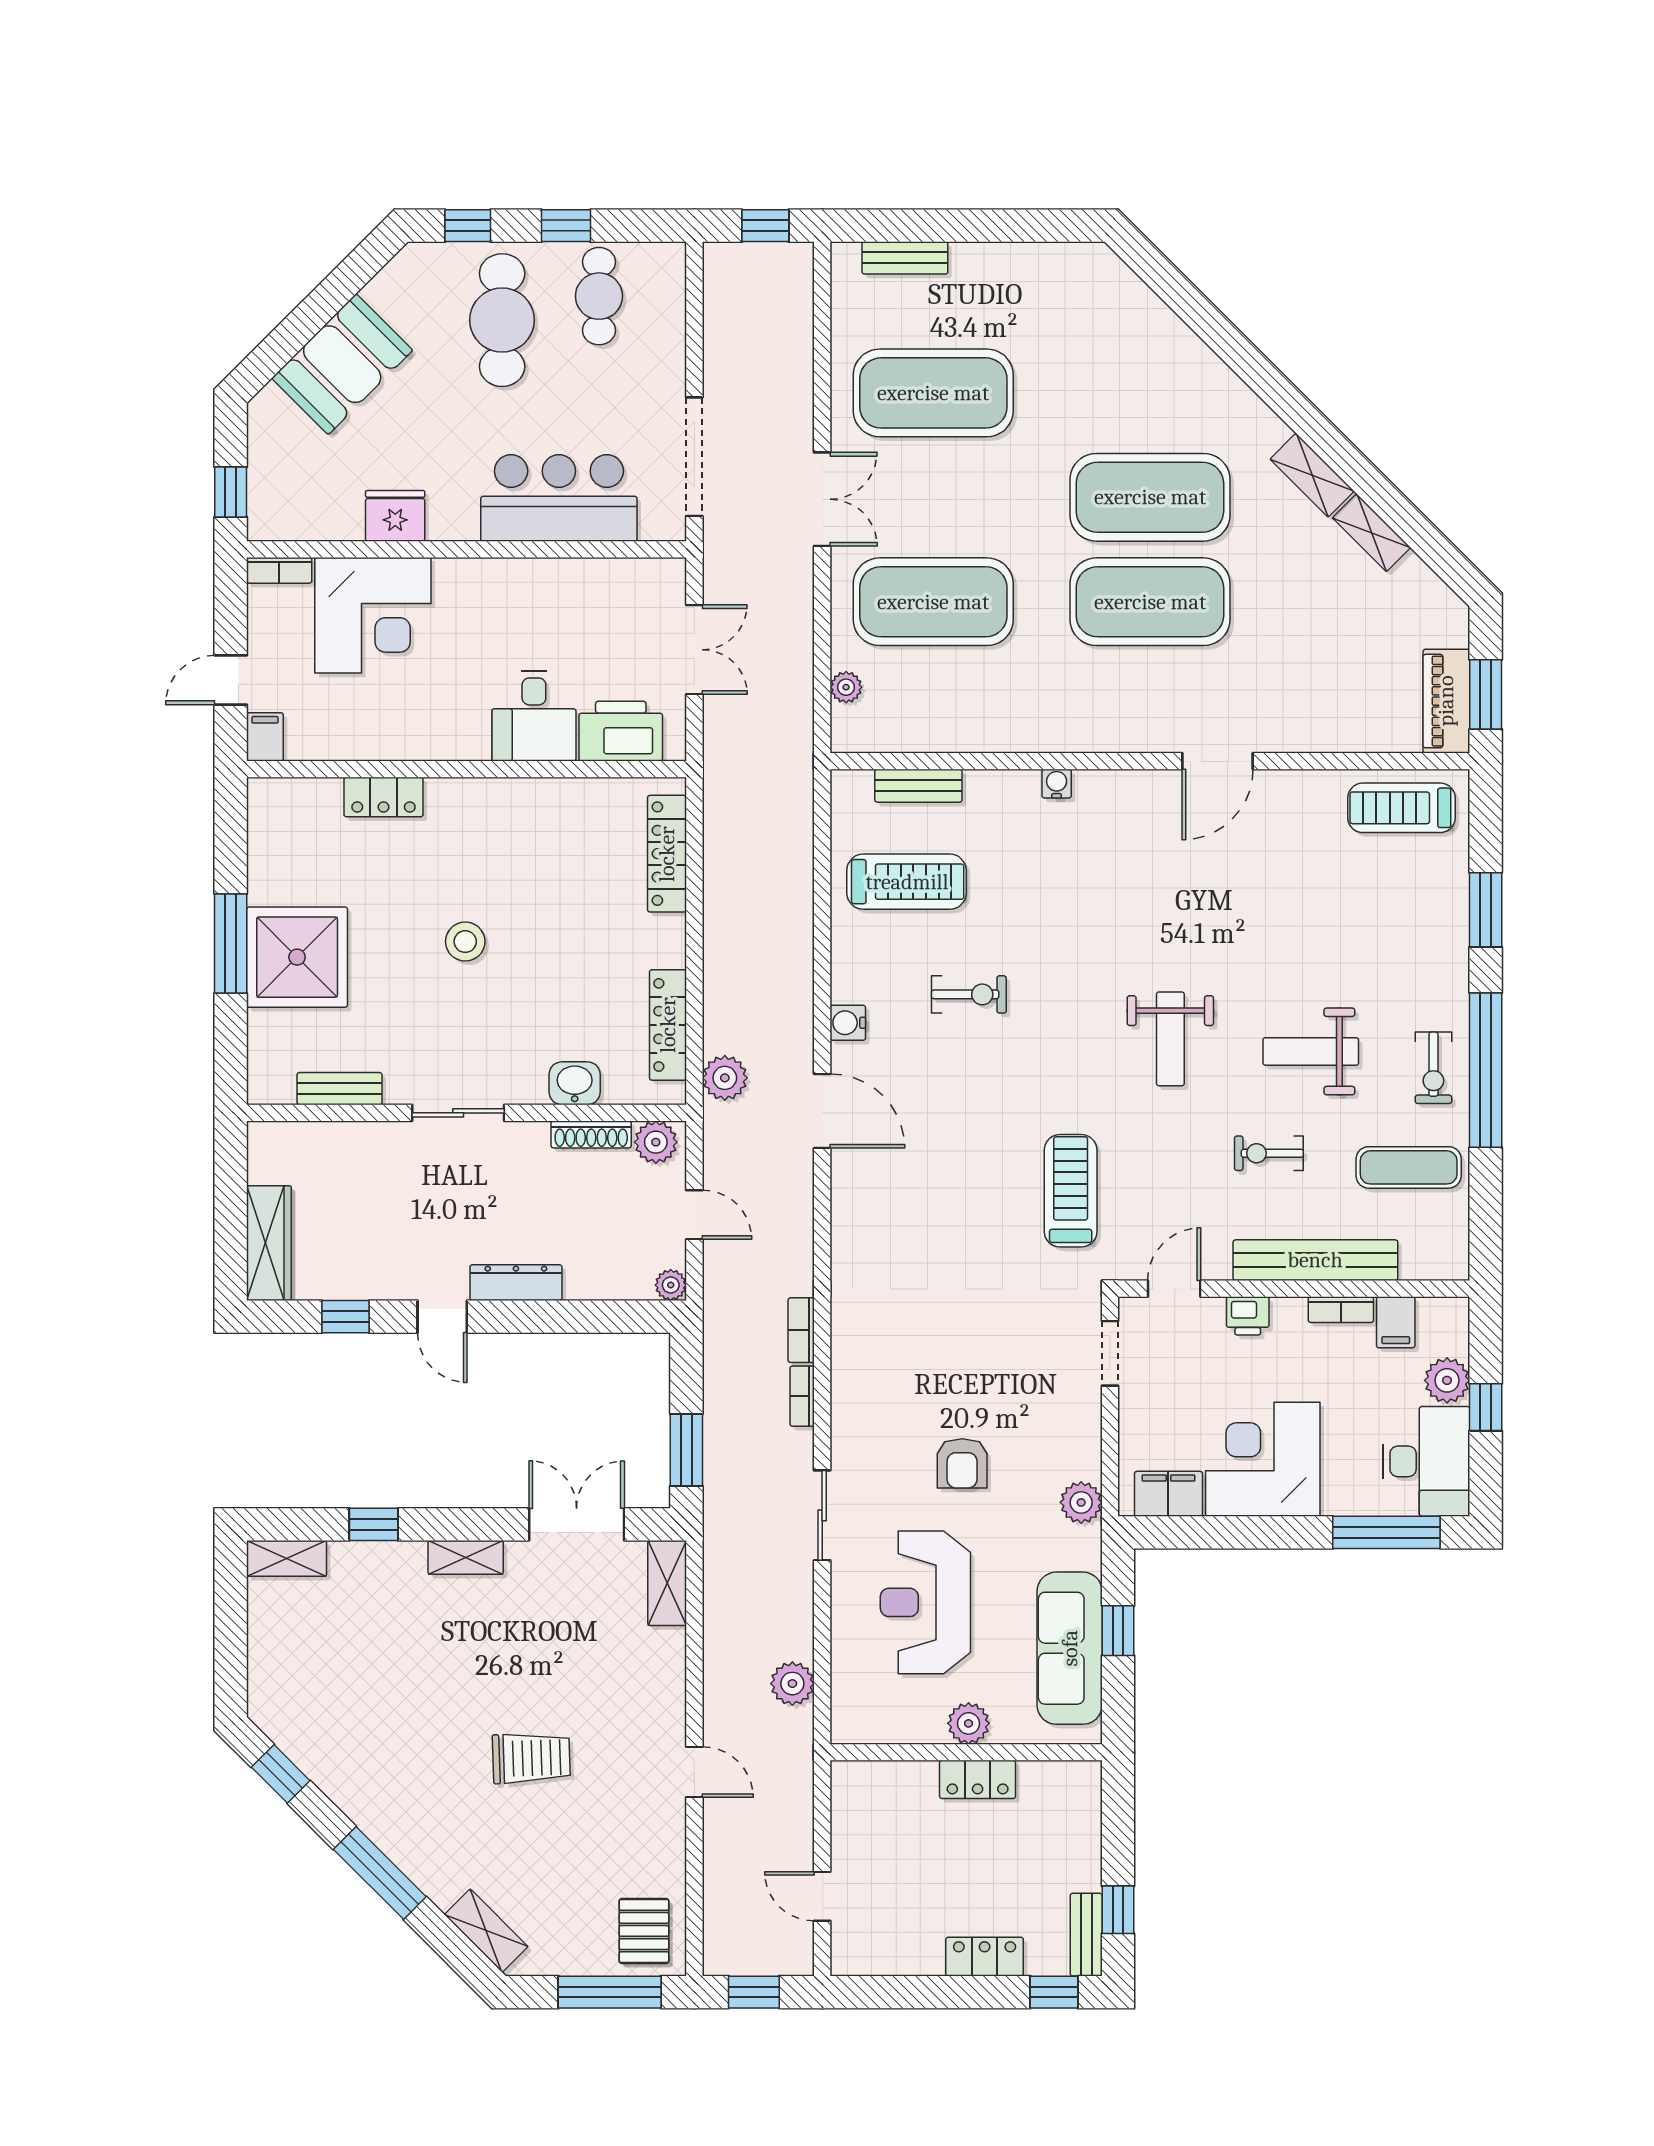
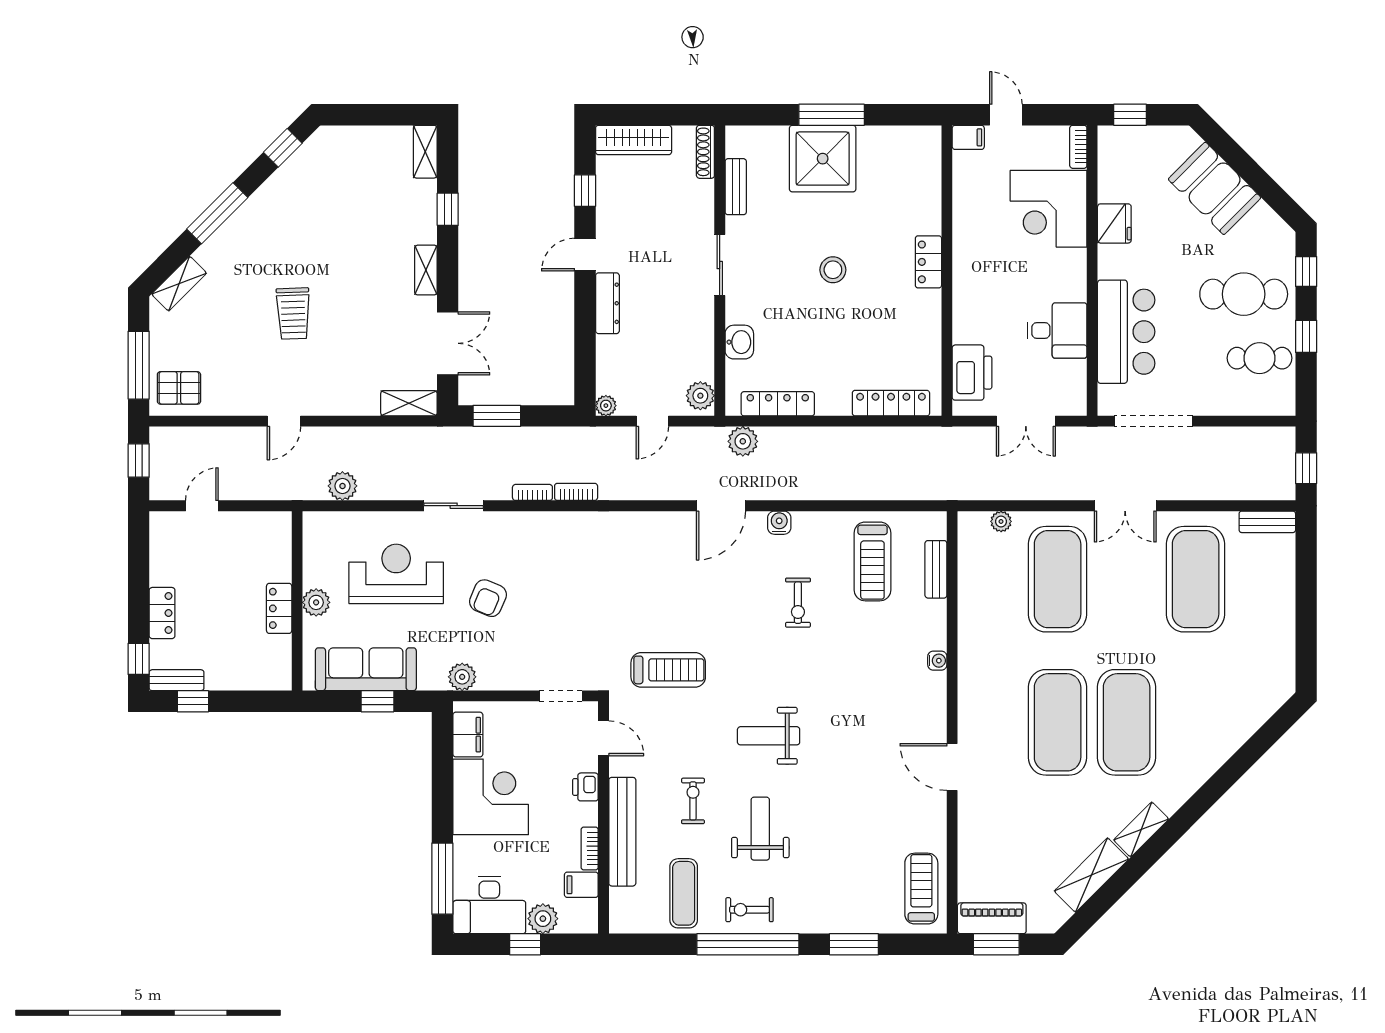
bench: (905, 258) -> (1267, 522), moved, turned 90
shelving: (1371, 533) -> (1091, 875), width x1.50, depth x1.33
desk: (534, 716) -> (1057, 330), moved, turned 180
locker: (384, 797) -> (928, 262), moved
shoe rack: (591, 1134) -> (705, 152), moved
armchair: (962, 1463) -> (488, 598), turned -67

